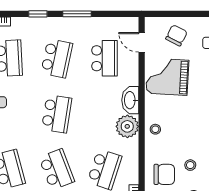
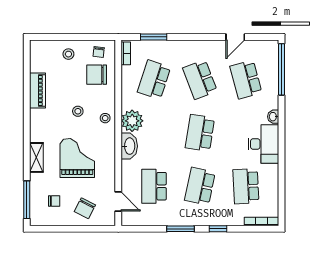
grand piano: (167, 77) -> (77, 158), moved, turned -93
stool: (190, 165) -> (78, 111), moved

